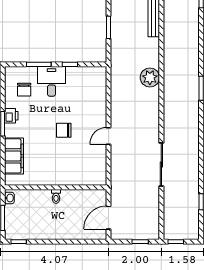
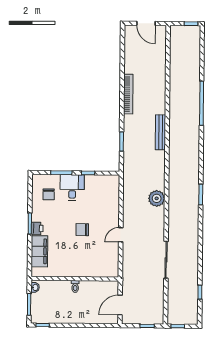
plant: (150, 78) -> (157, 198), moved
printer: (11, 116) -> (37, 228), moved

